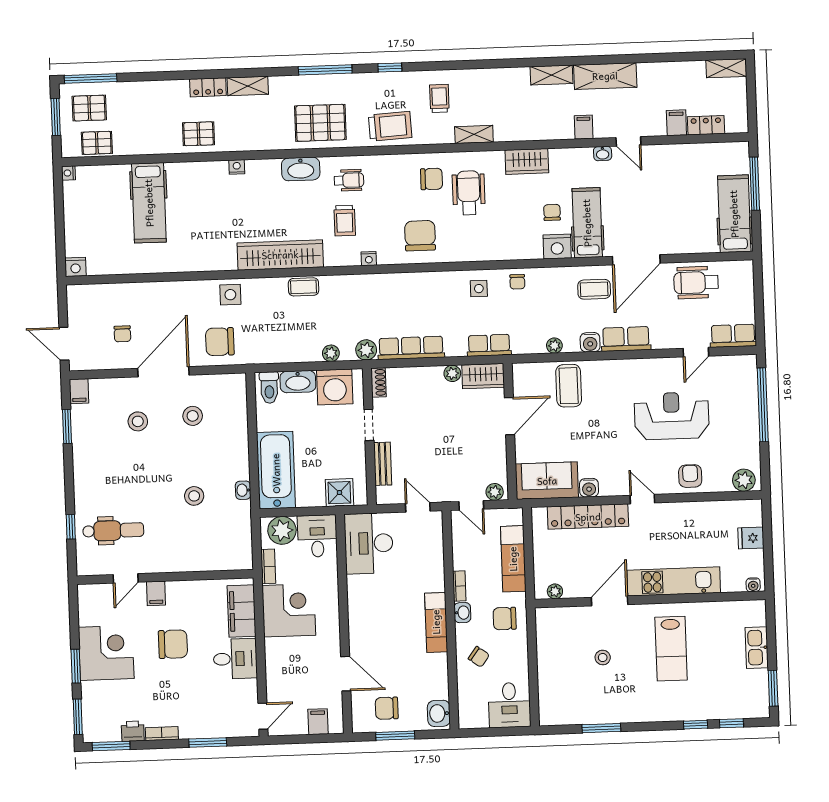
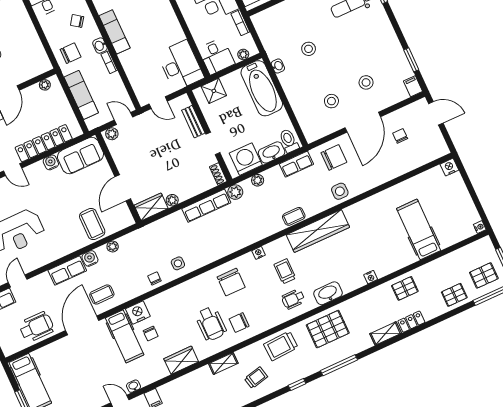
trolley: (439, 98) -> (256, 378), turned -103
pallet: (97, 143) -> (454, 295), moved
row of seats: (489, 345) -> (296, 164), moved
plant: (282, 530) -> (243, 54), width x0.53, depth x0.53

